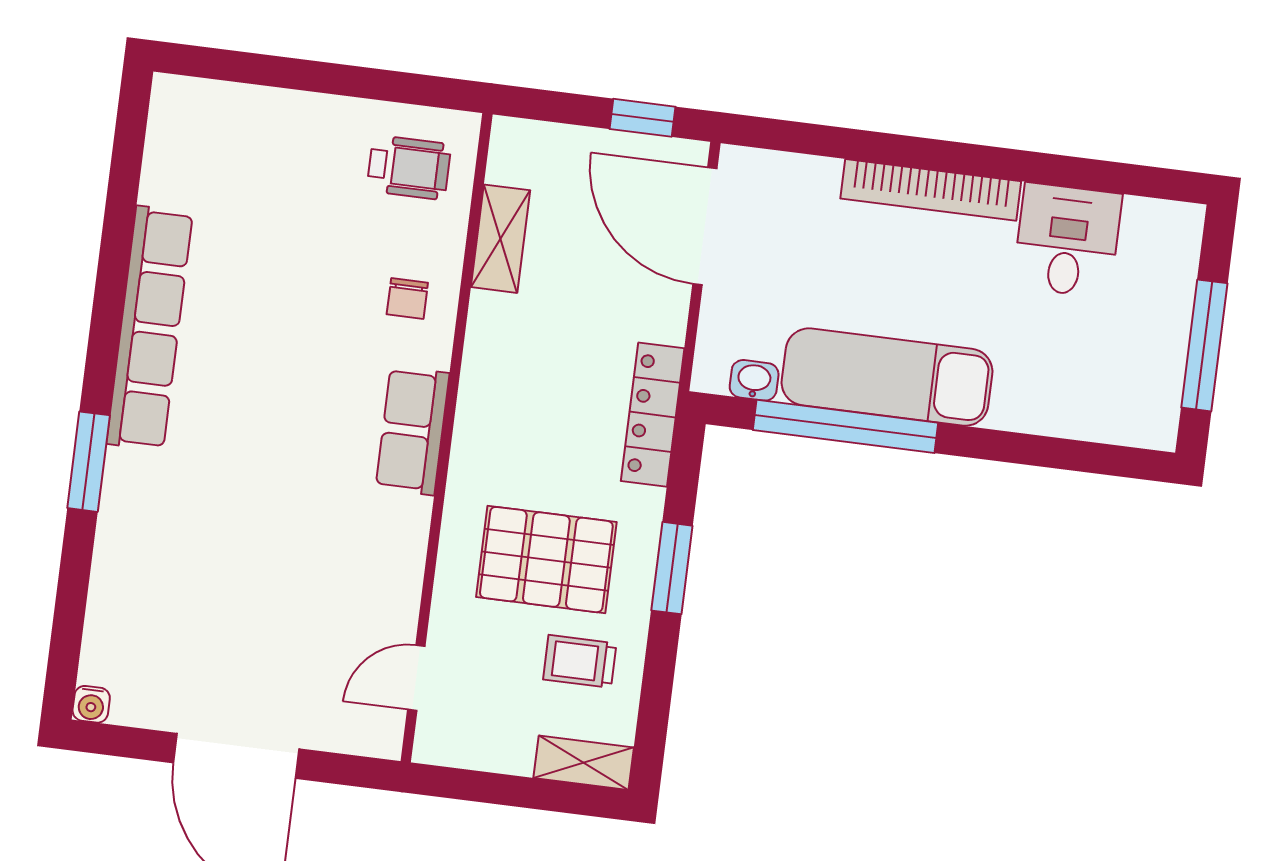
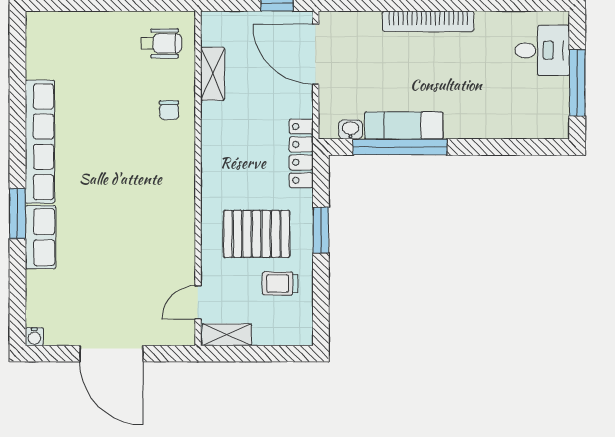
desk: (1067, 240) -> (542, 50), moved, turned 90
exam couch: (887, 377) -> (404, 125), width x0.73, depth x0.69
row of seats: (412, 431) -> (41, 237), moved, turned 180
shelving: (584, 763) -> (227, 335), moved

